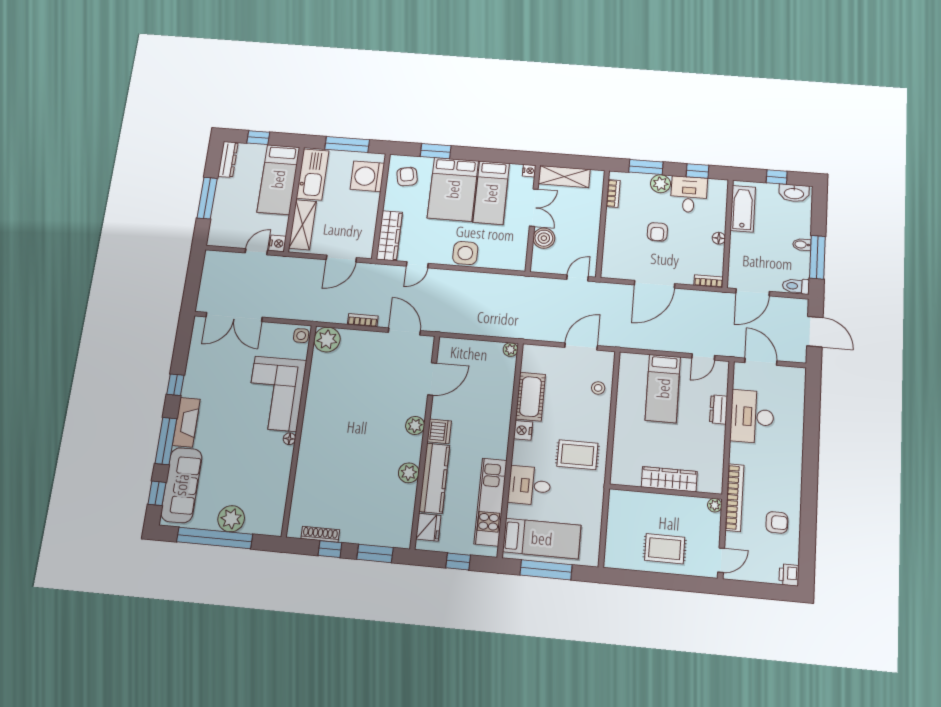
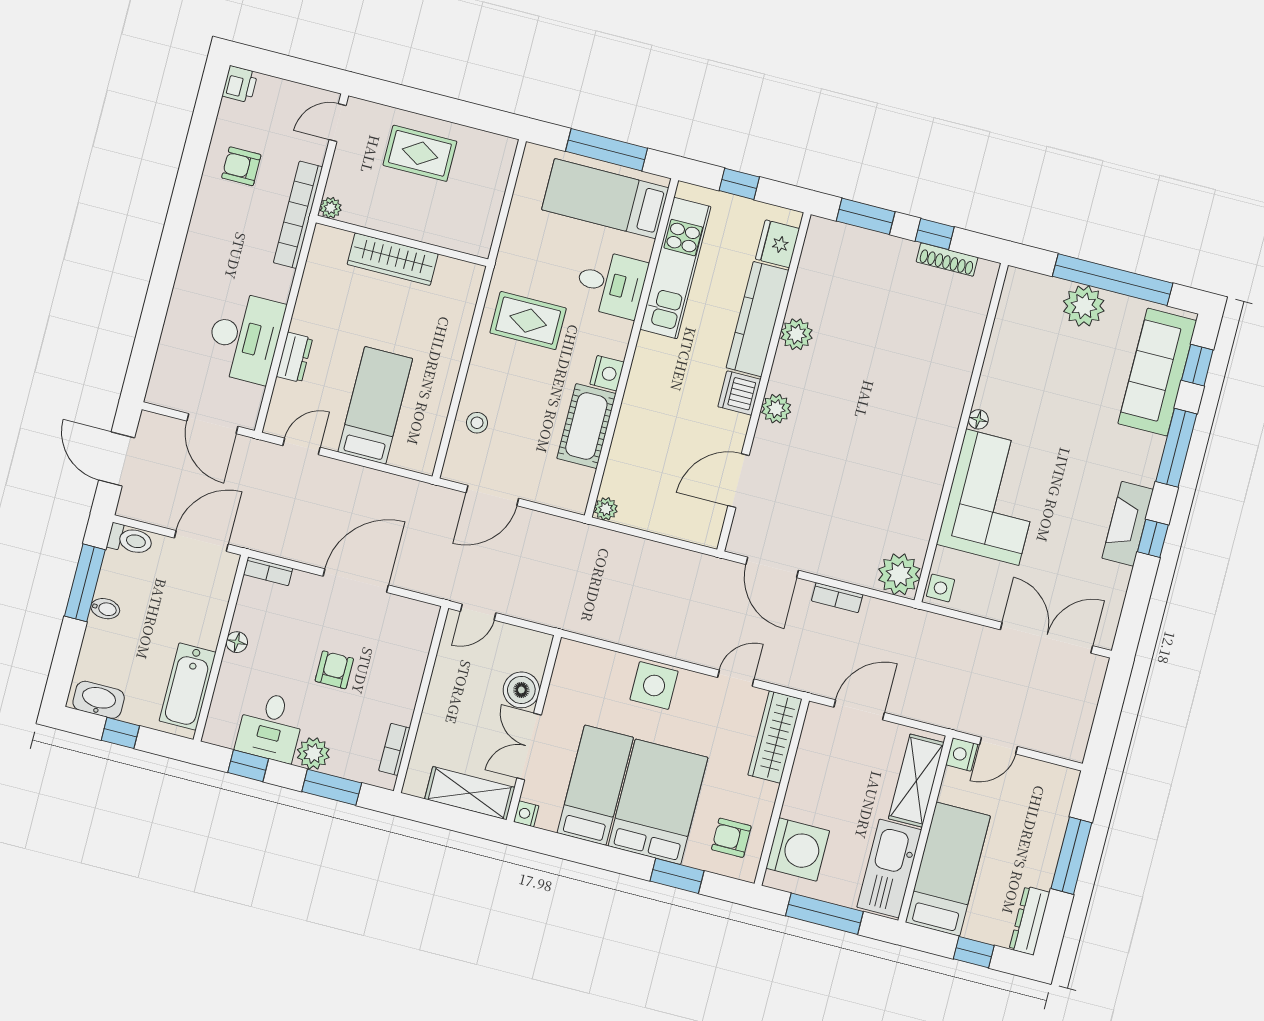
armchair: (407, 177) -> (731, 838), turned 101
fireplace: (186, 422) -> (1128, 524), moved

